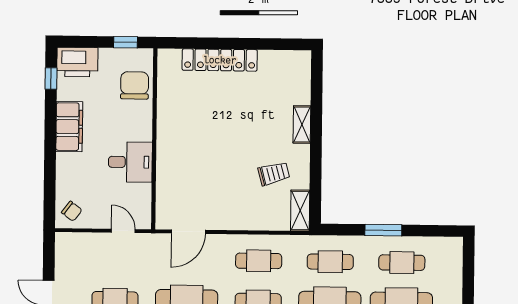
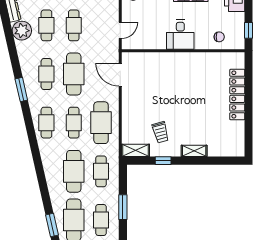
chair: (135, 85) -> (219, 37), width x0.54, depth x0.54
desk: (130, 162) -> (180, 35), moved
window: (316, 170) -> (163, 161), added
cafe table: (259, 261) -> (101, 123), width x1.37, depth x1.35

